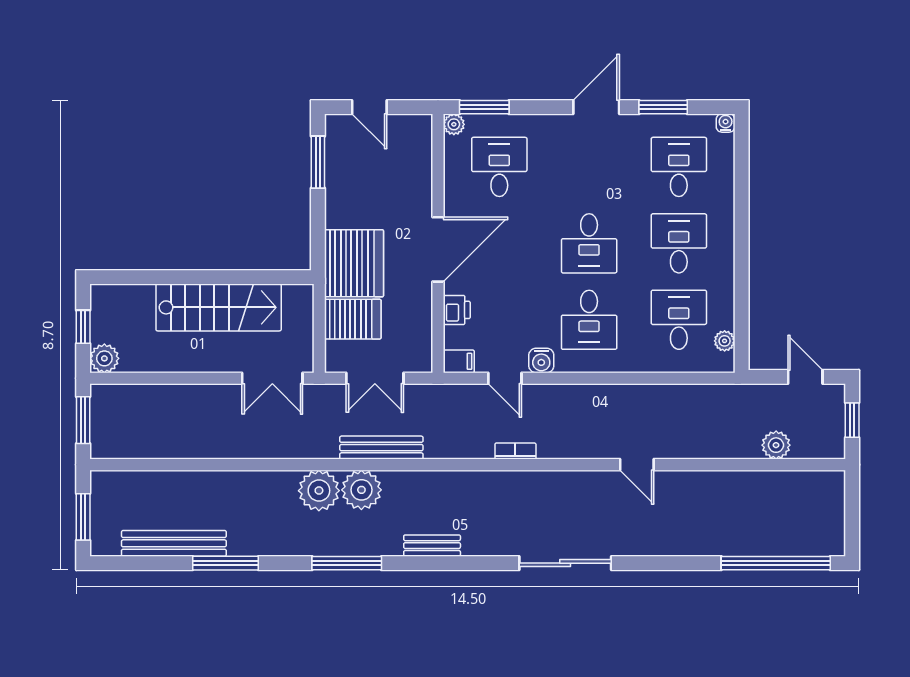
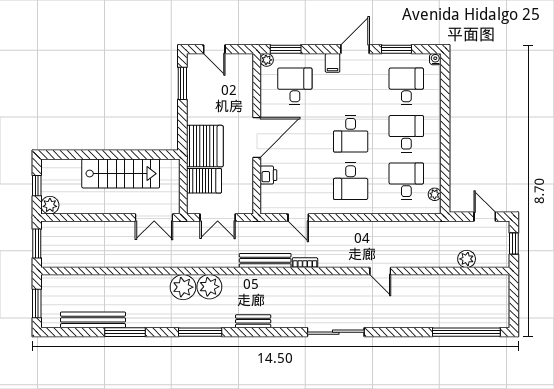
water cooler: (541, 360) -> (321, 206), removed
filing cabinet: (459, 361) -> (333, 63), moved, turned 90
bench: (381, 448) -> (265, 260), moved

